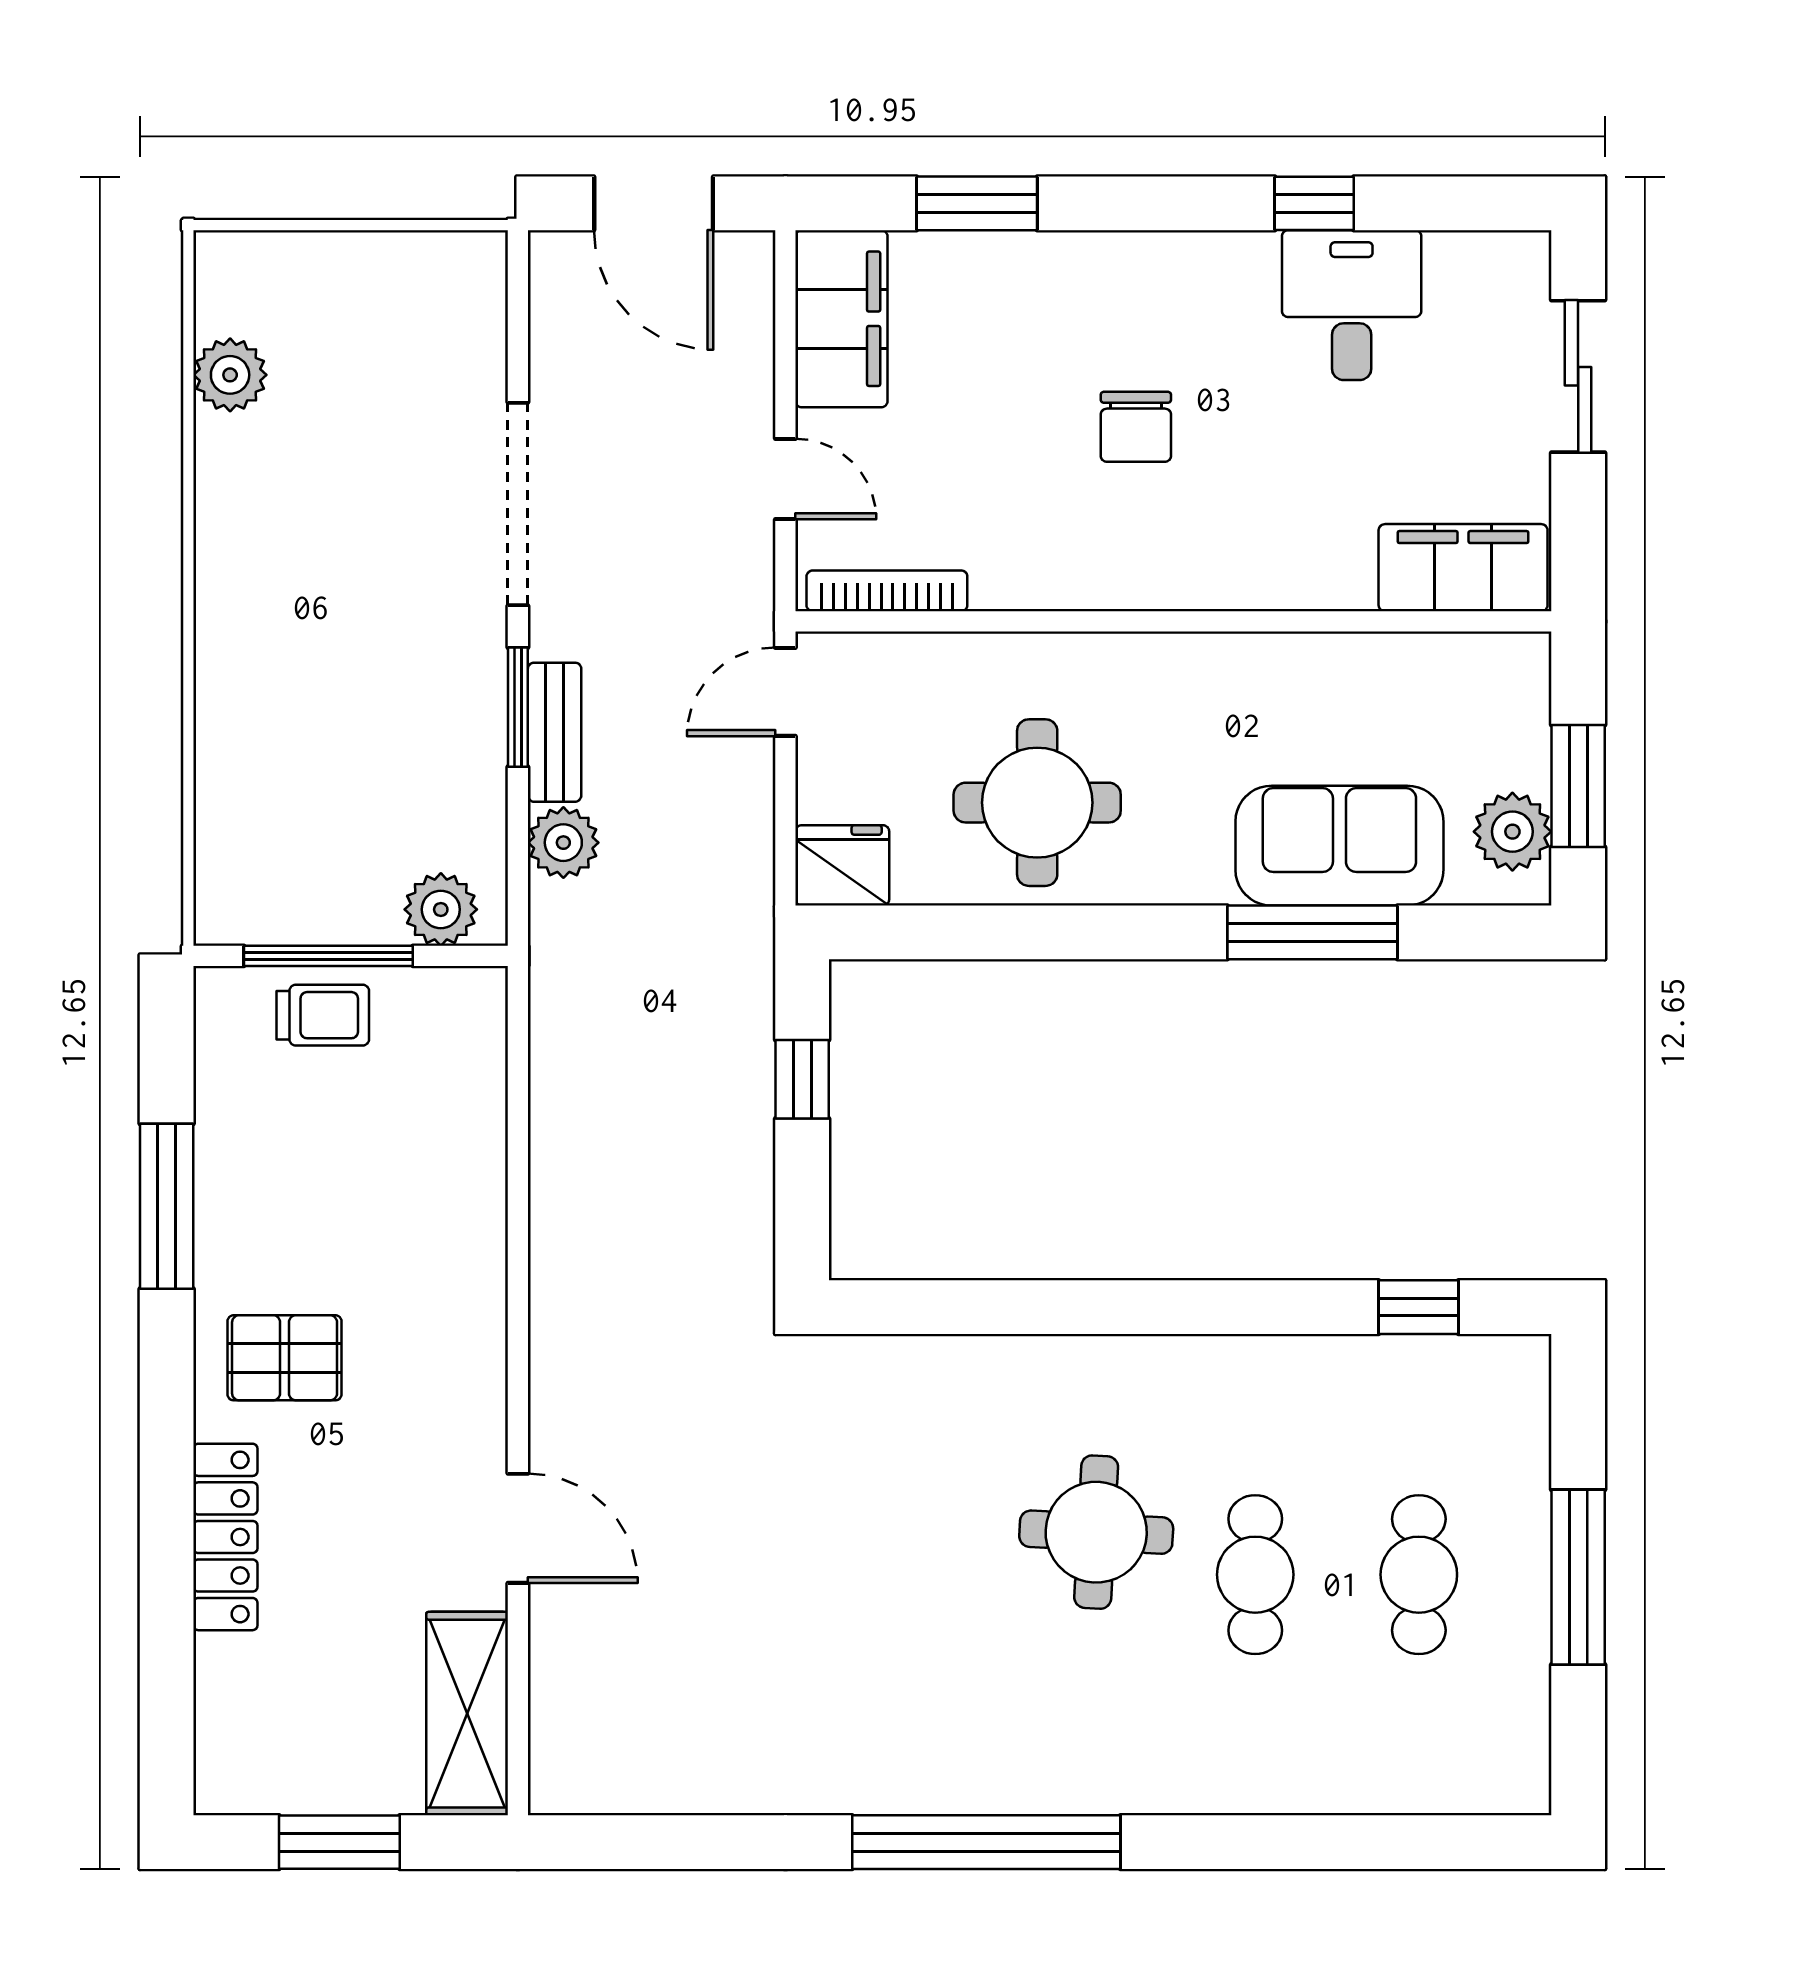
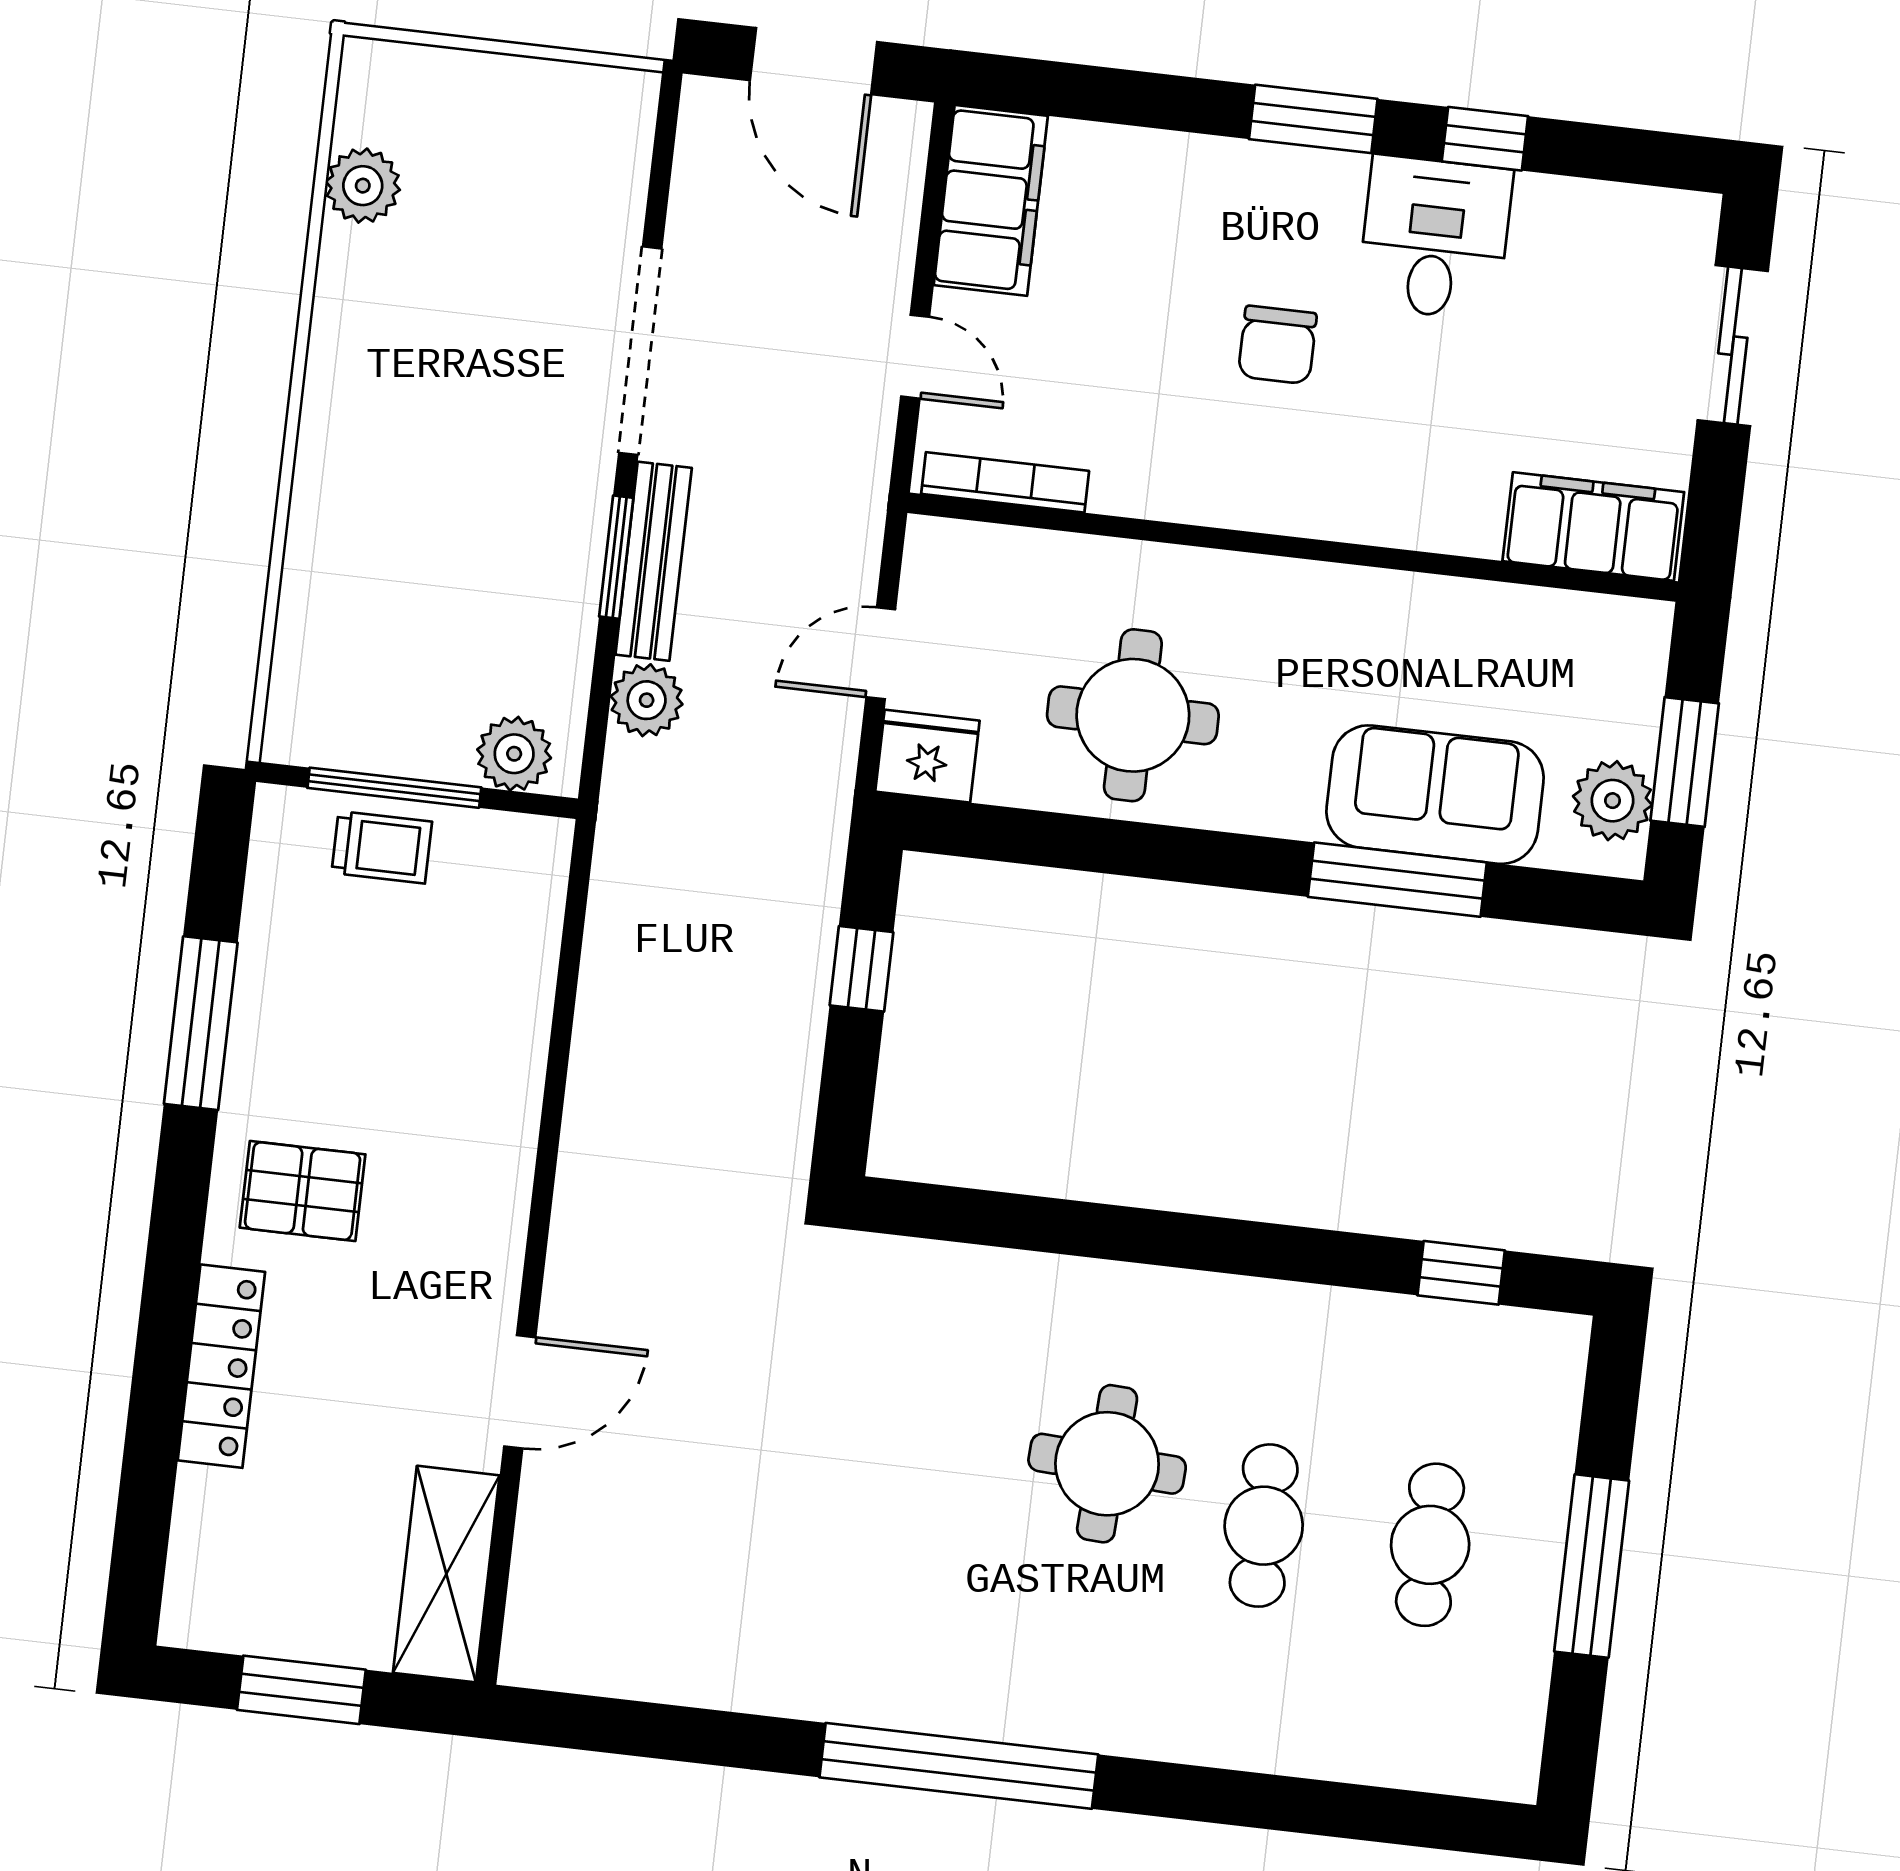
window: (977, 203) -> (1313, 119), moved
desk: (1352, 305) -> (1435, 238), moved
door: (785, 692) -> (881, 653), moved
bench: (555, 732) -> (654, 561), width x1.36
door: (518, 1528) -> (520, 1392), hinge flipped

